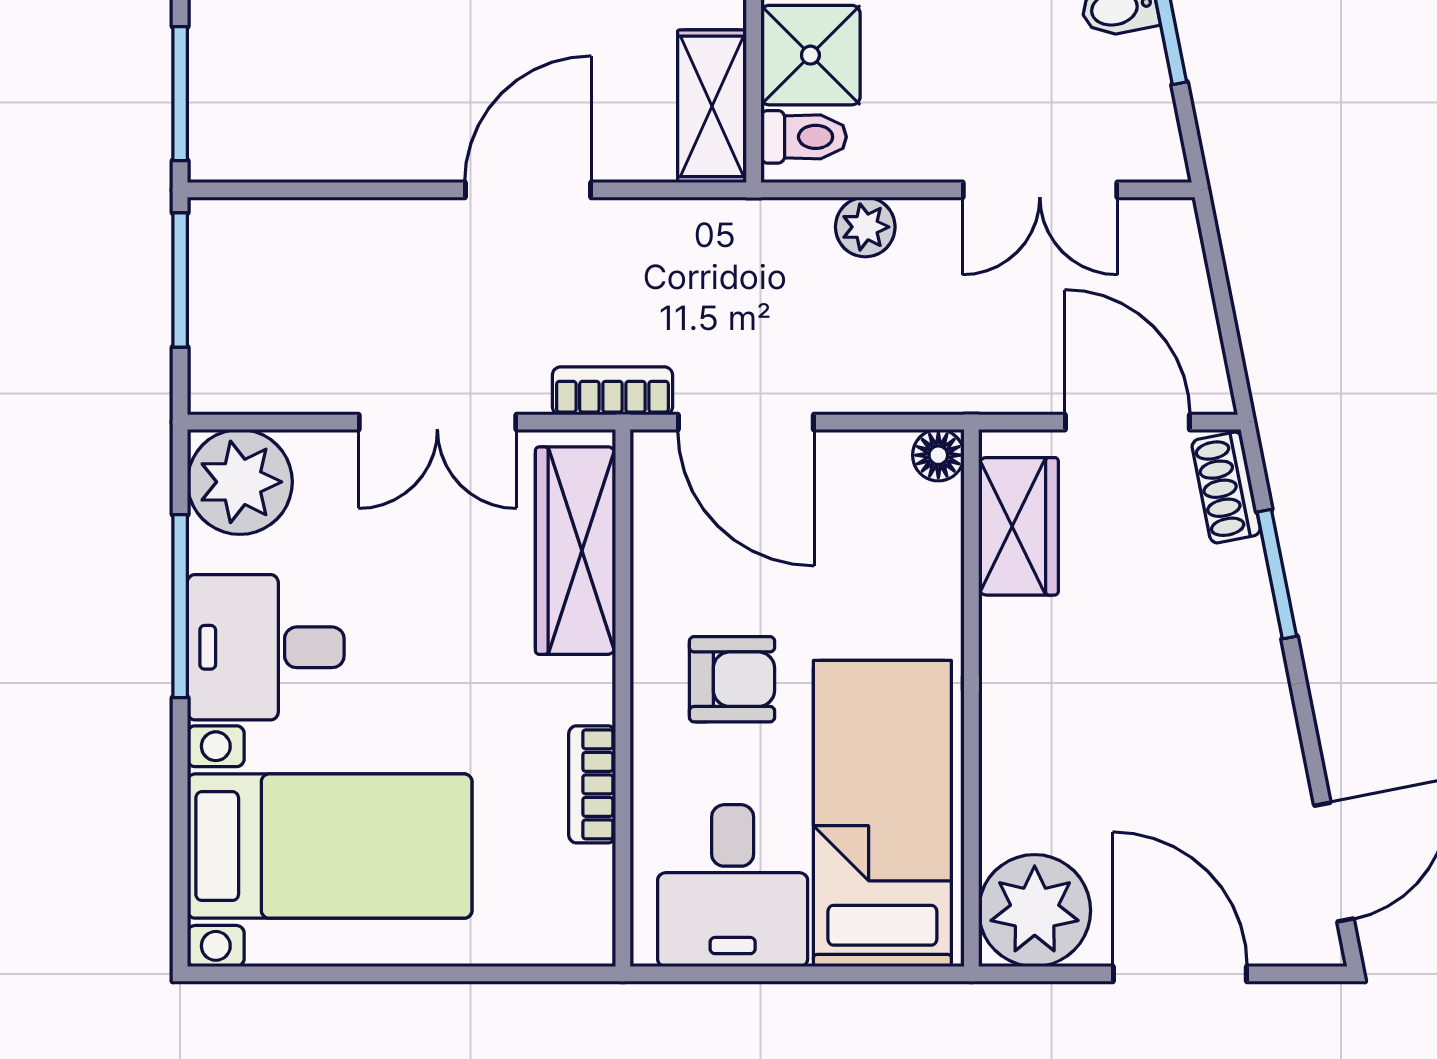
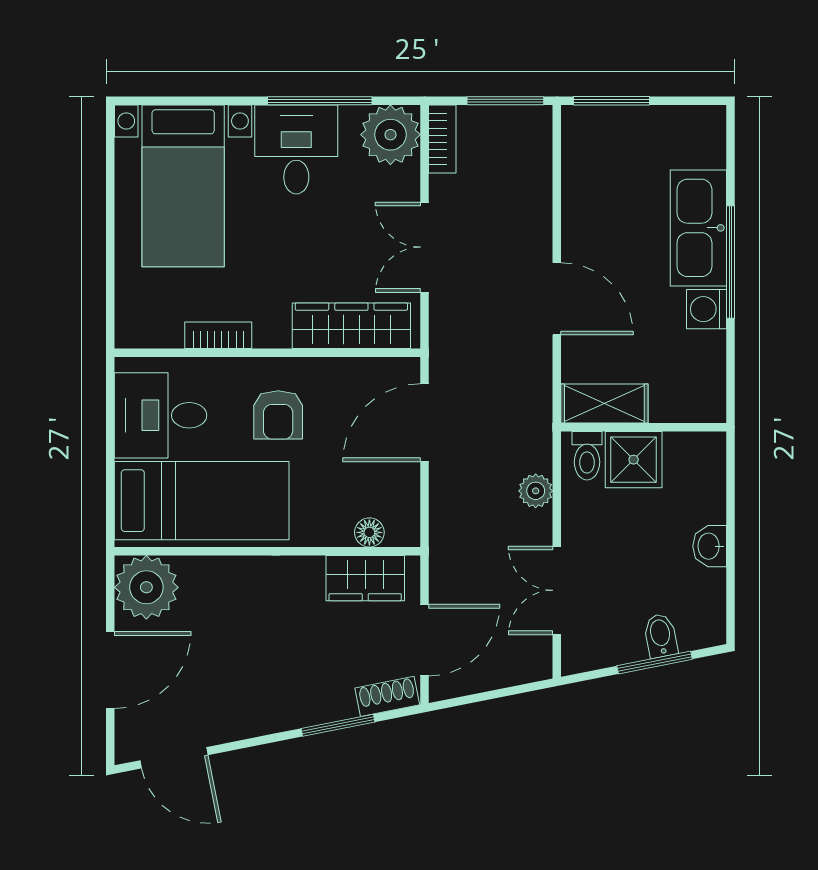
bookcase: (612, 391) -> (442, 139), moved
floor lamp: (938, 455) -> (369, 532), moved

